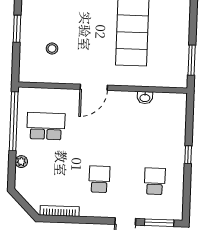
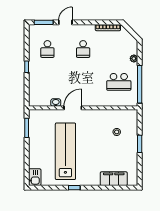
door: (94, 87) -> (73, 108), moved

